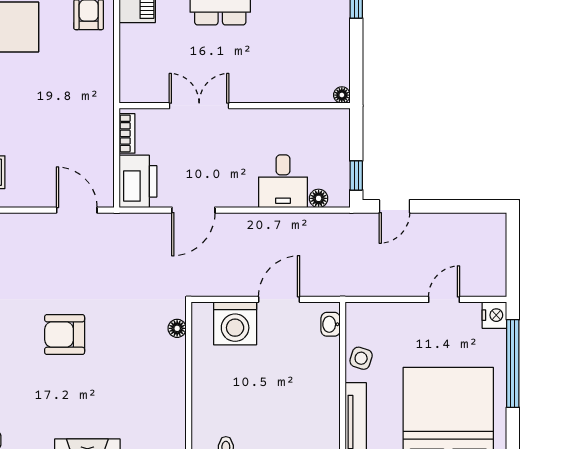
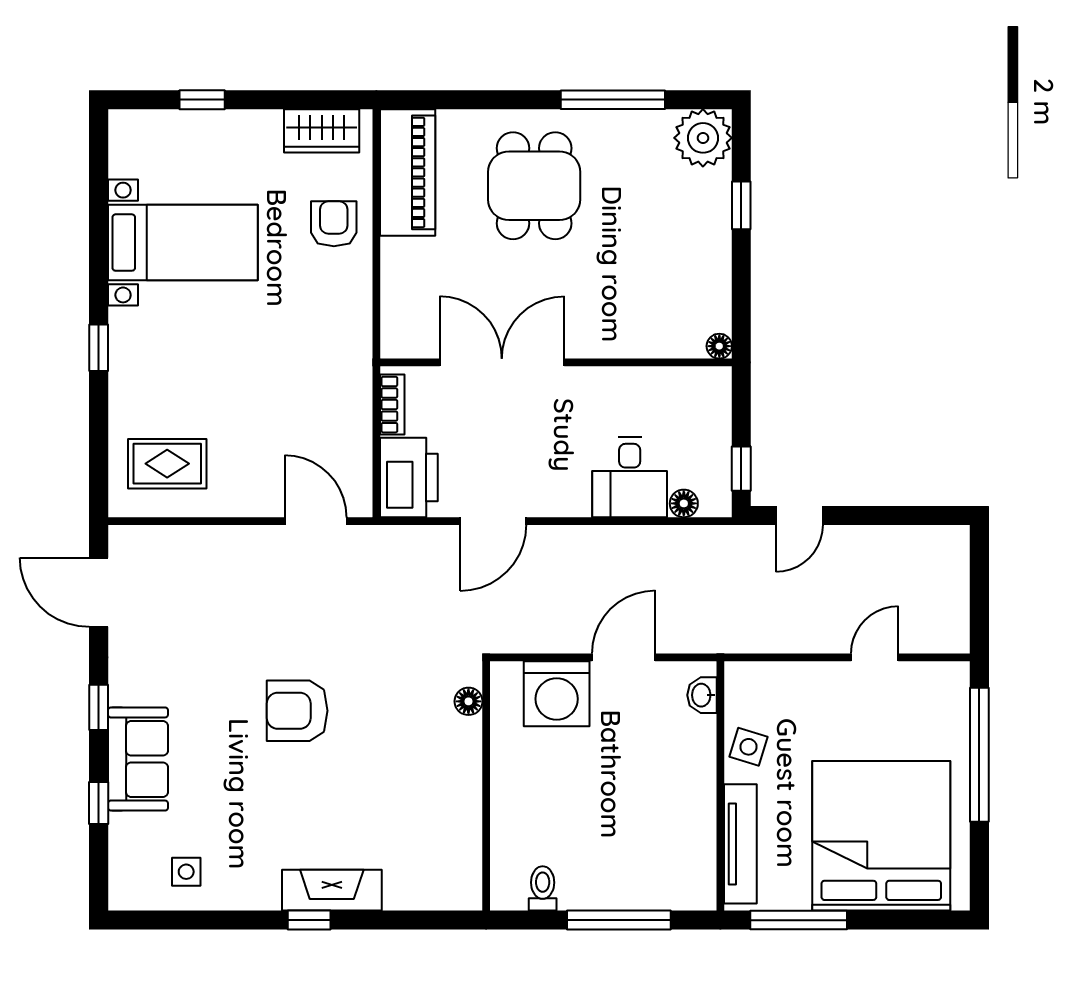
double door: (199, 106) -> (502, 362), width x1.37
nightstand: (494, 315) -> (951, 681), removed

